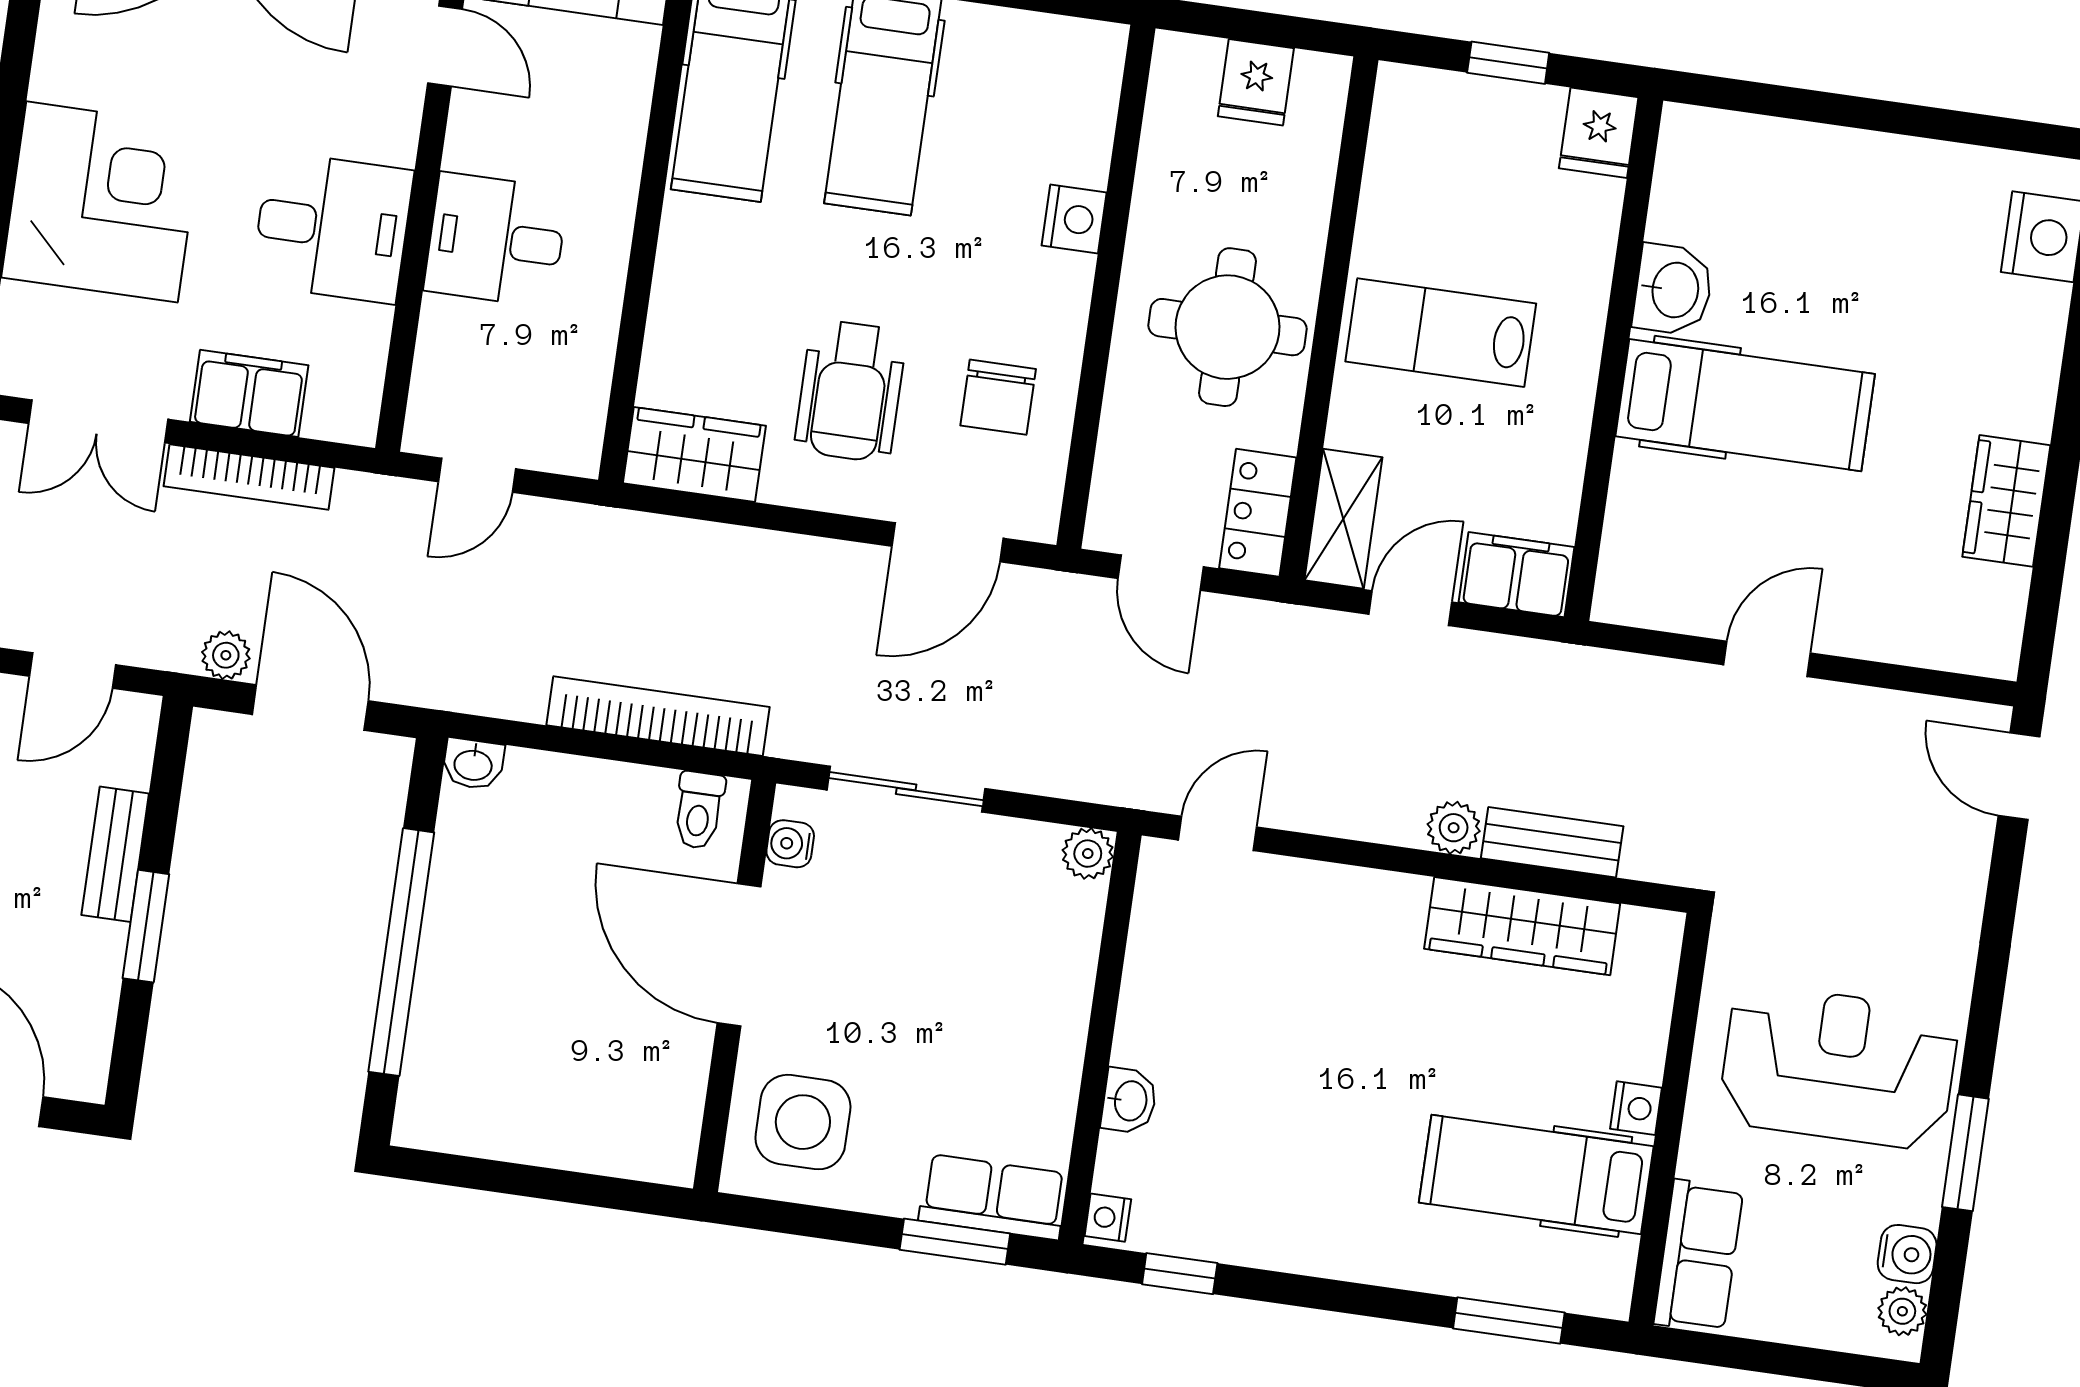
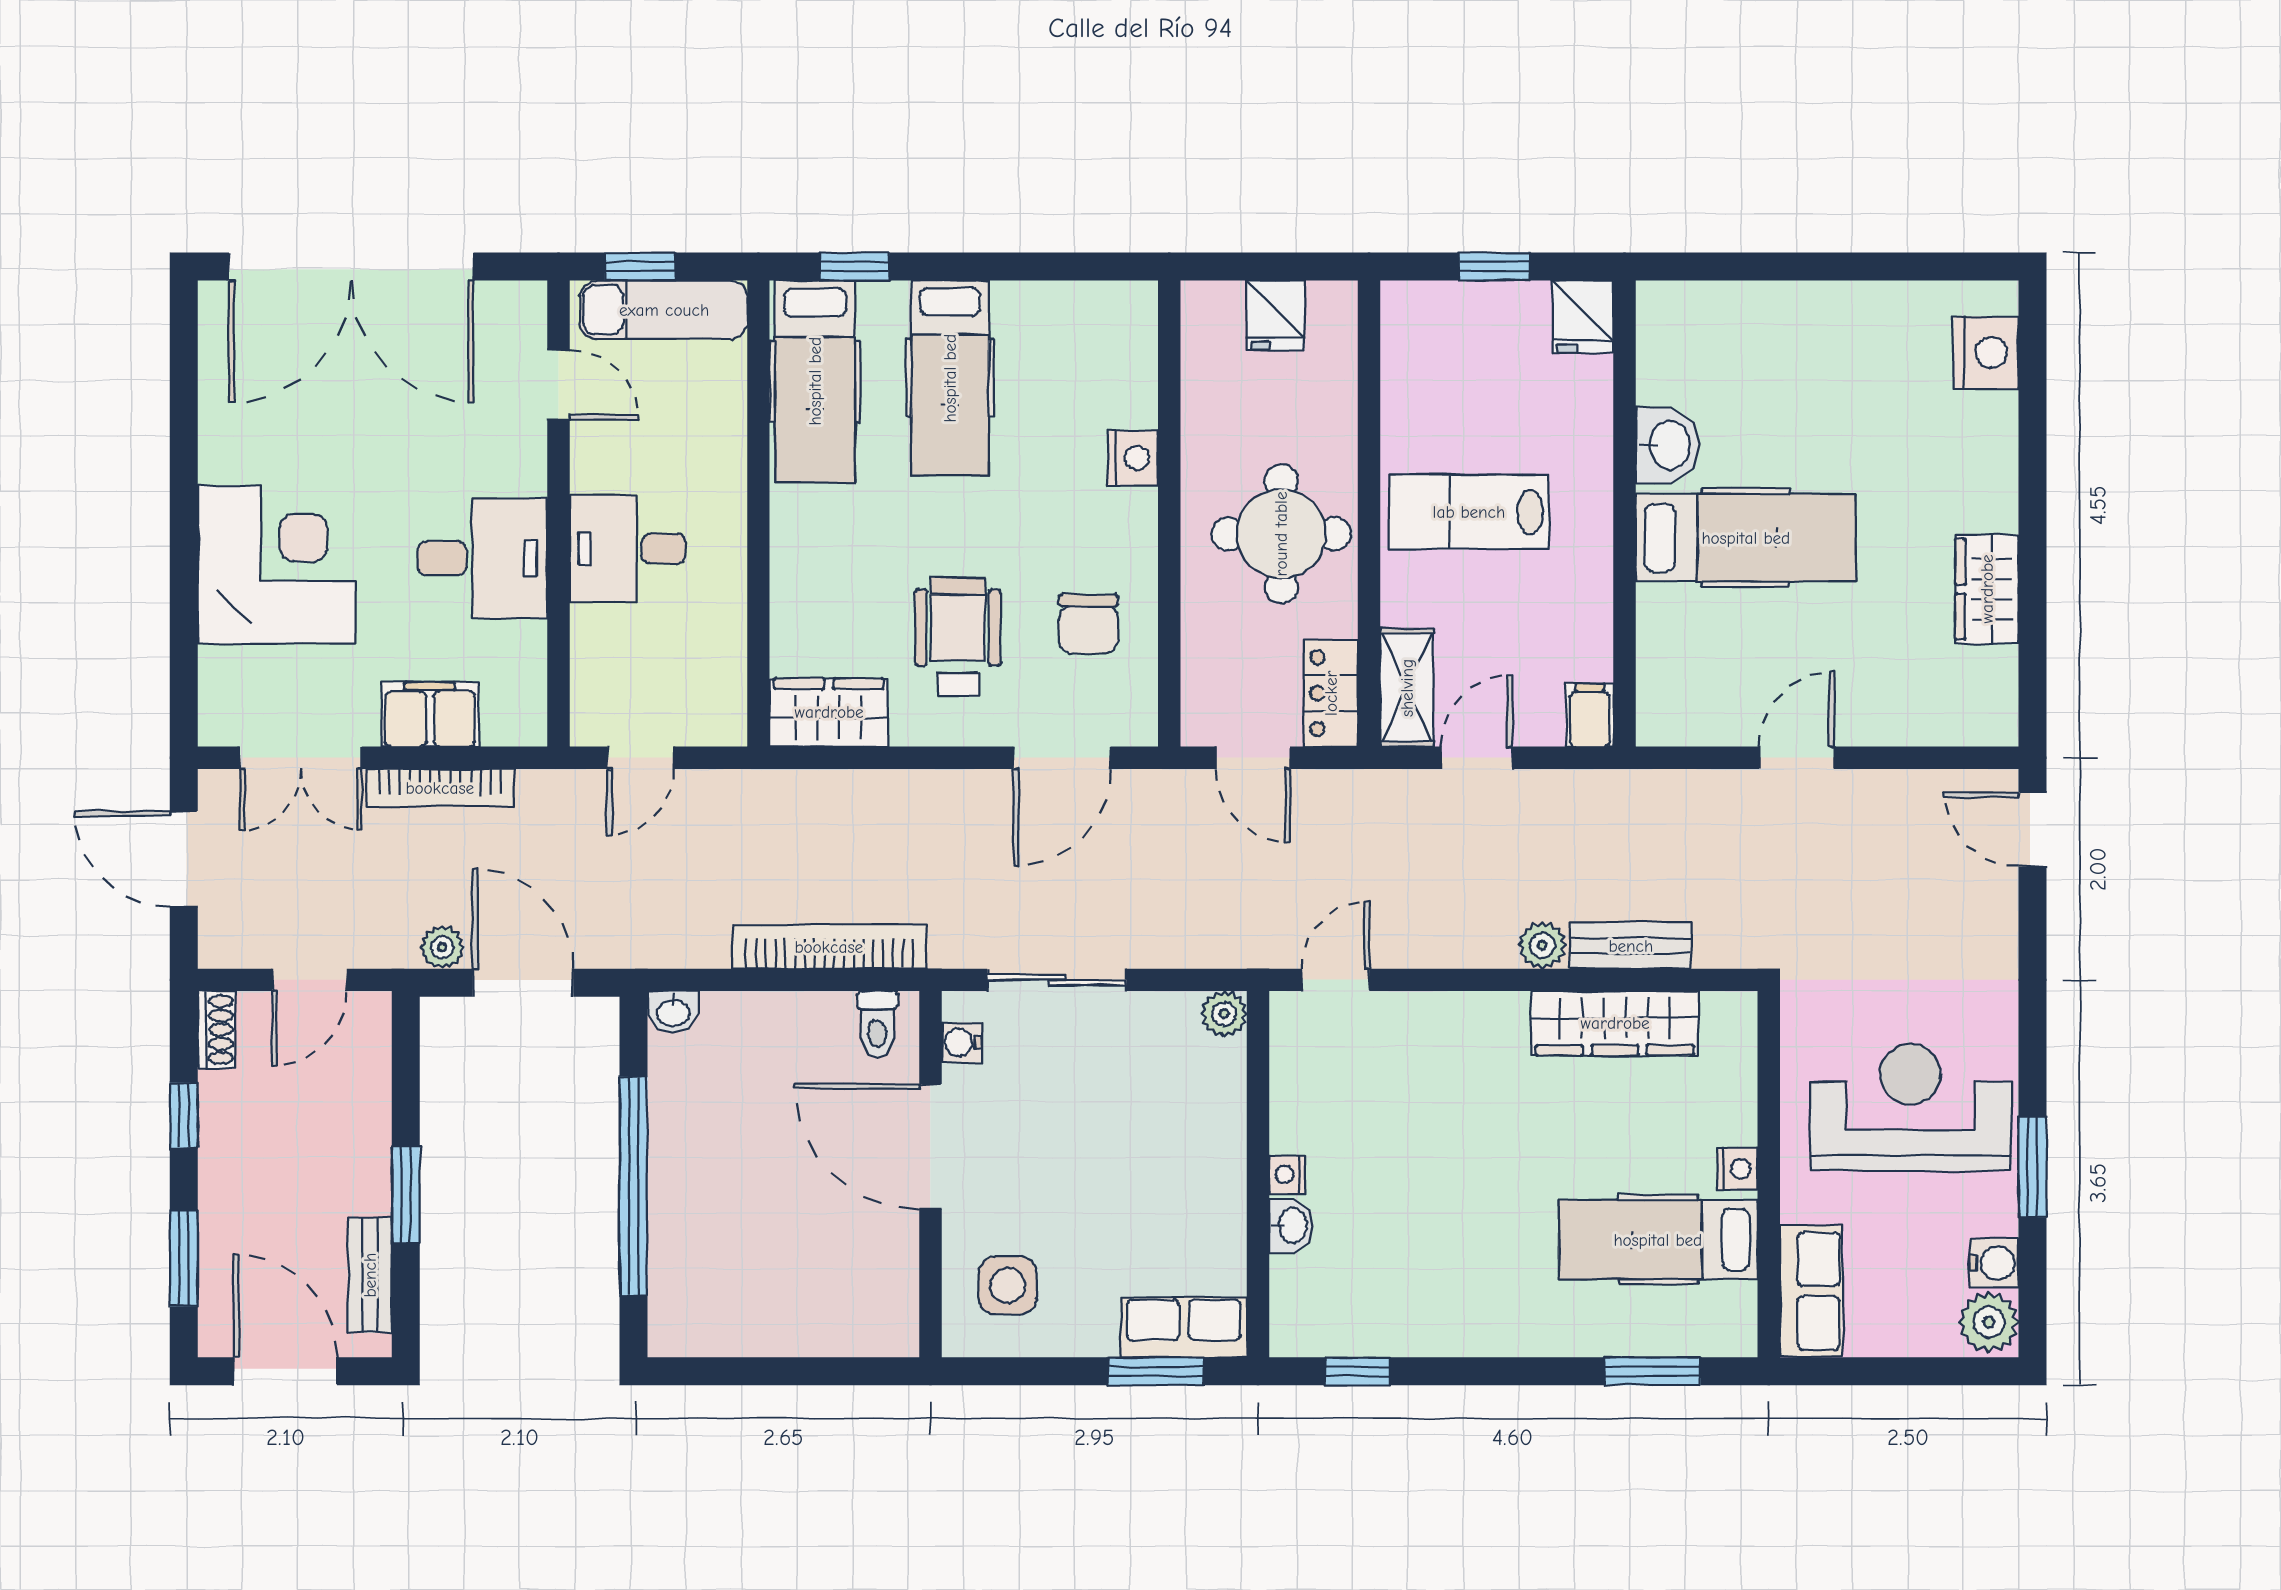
wheelchair: (850, 391) -> (958, 637), turned 180
filing cabinet: (1517, 575) -> (1590, 715), width x0.50
bench: (115, 854) -> (370, 1275), moved
side table: (803, 1122) -> (1007, 1285), width x0.73, depth x0.73
nightstand: (1108, 1218) -> (1287, 1174), moved
plant: (1902, 1311) -> (1989, 1322), width x1.38, depth x1.38

